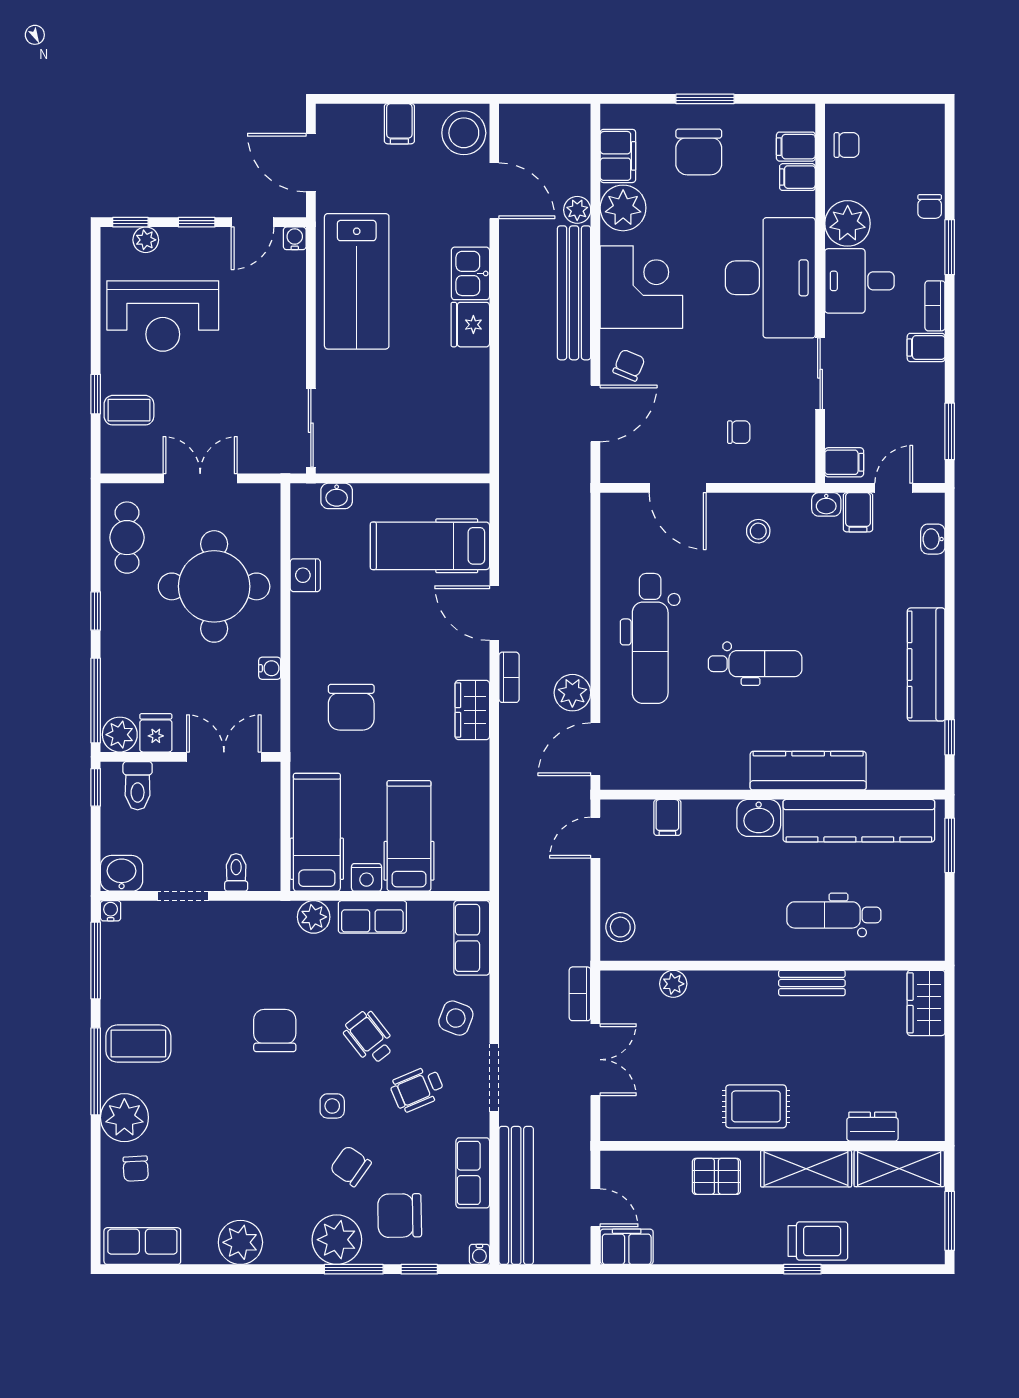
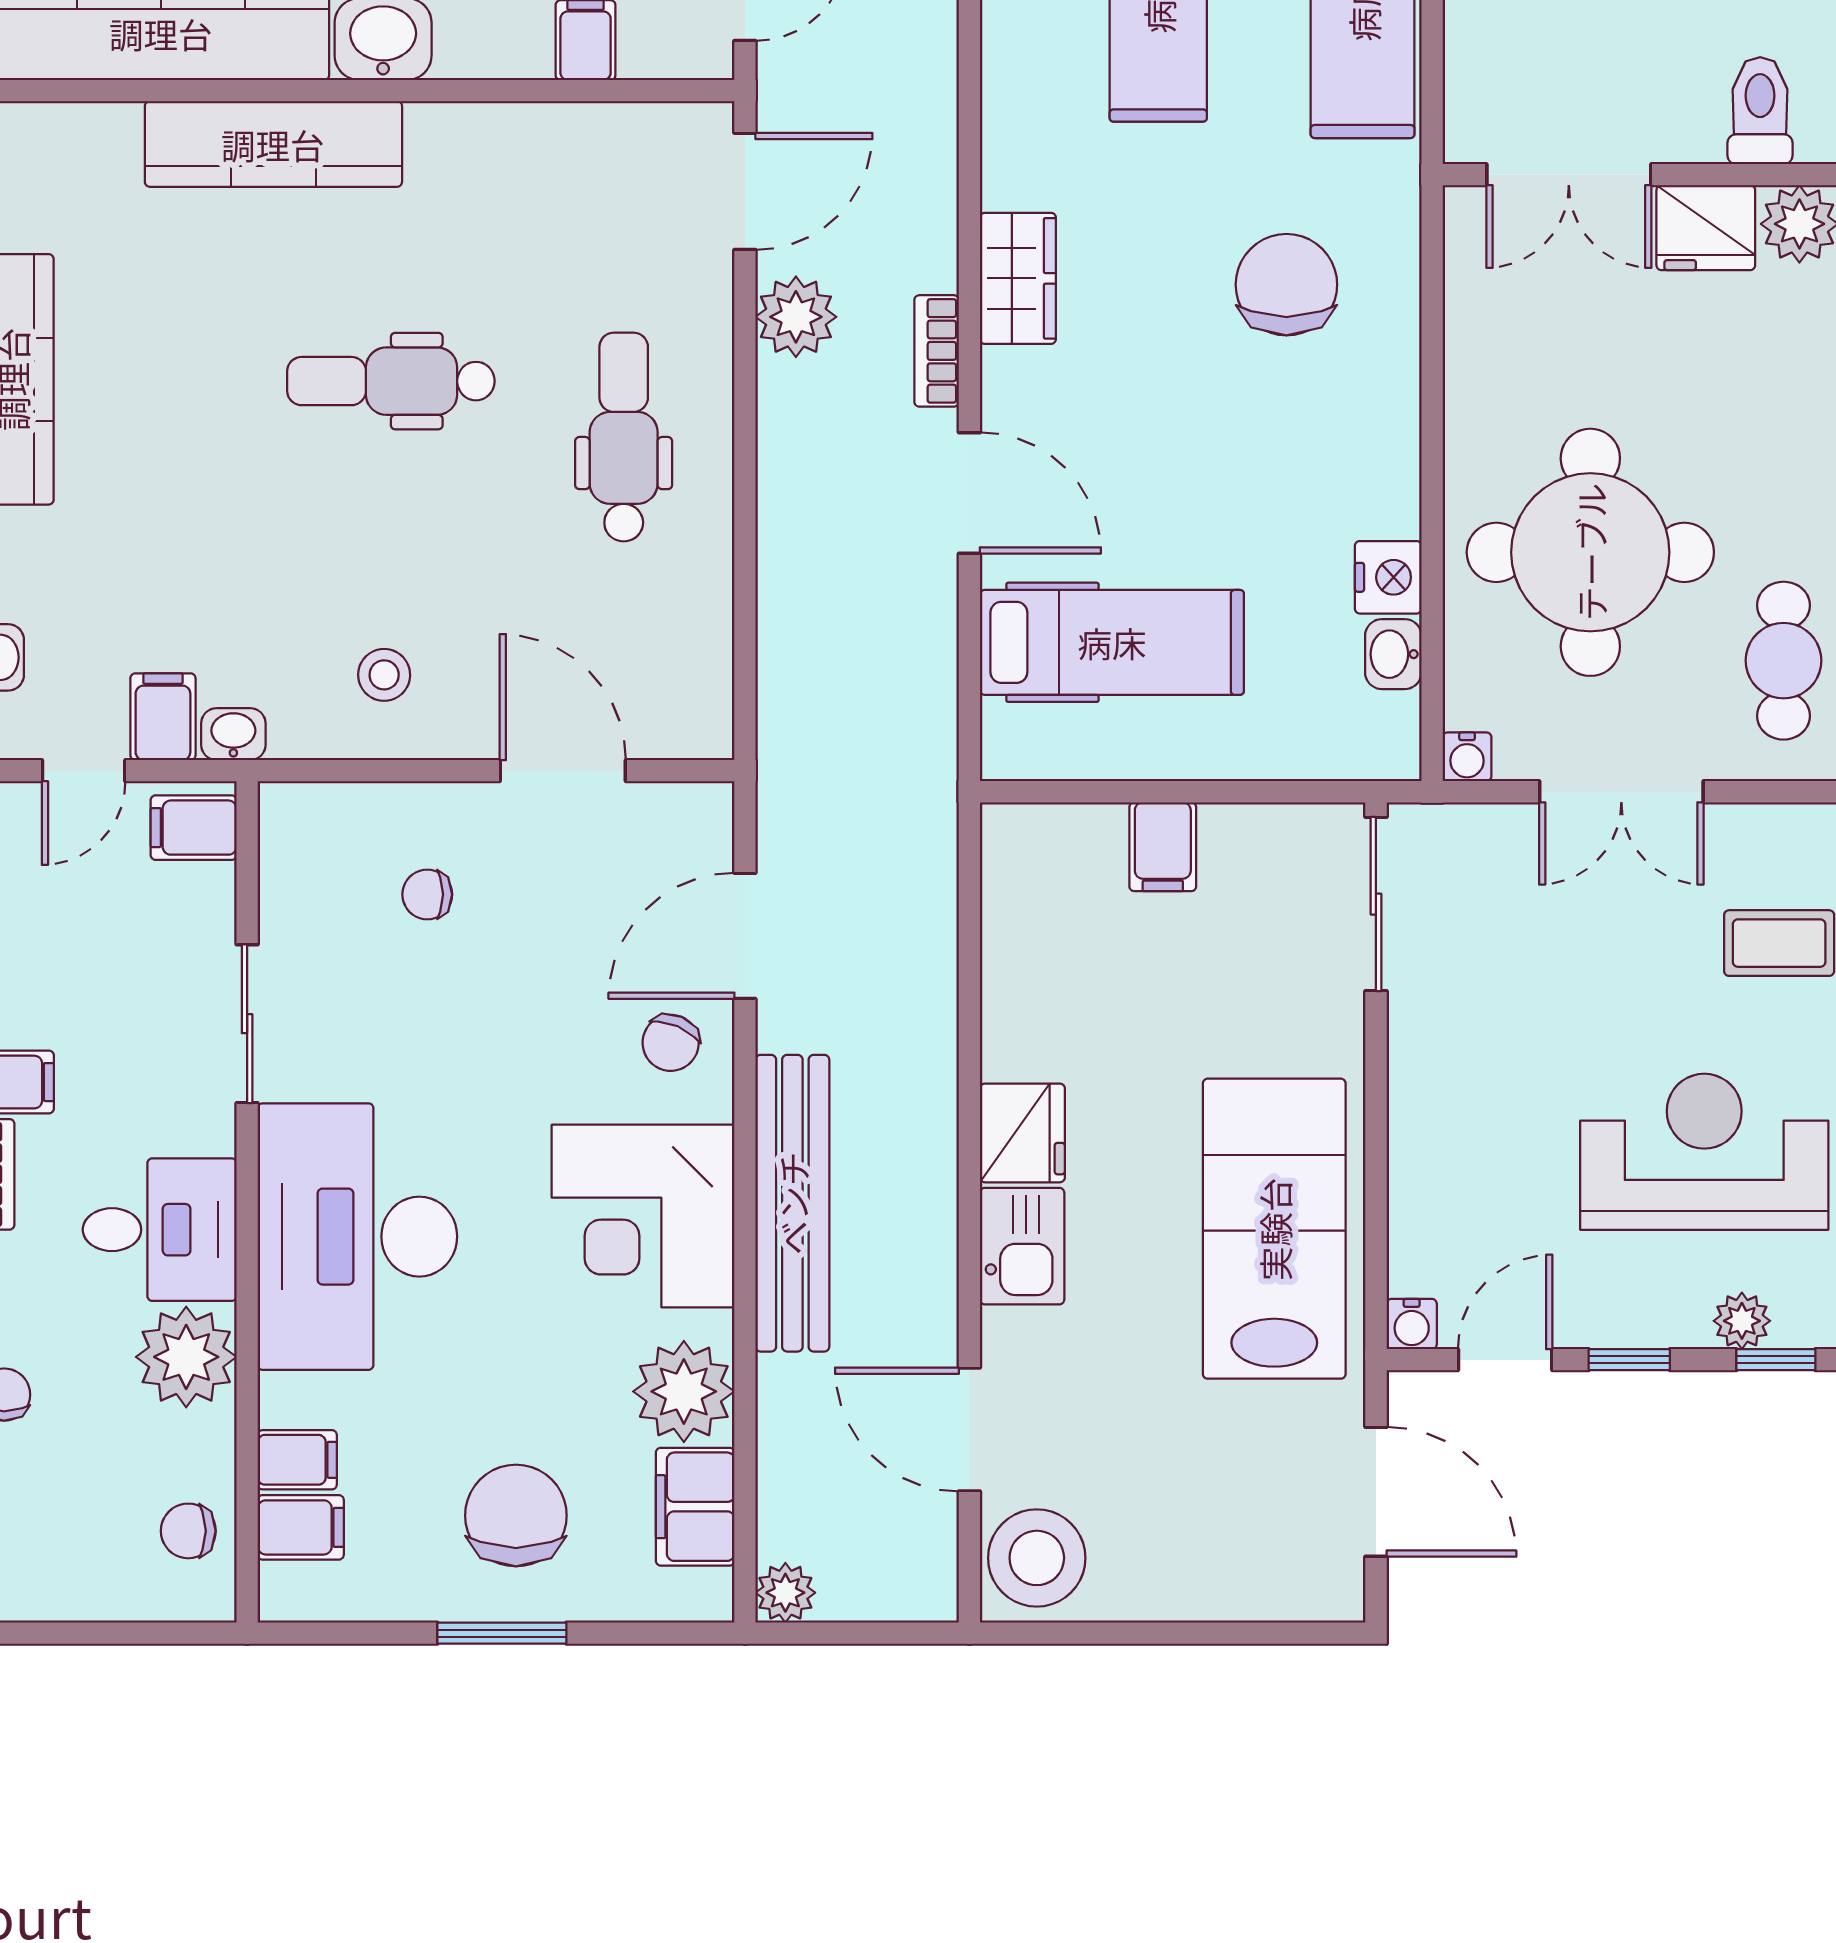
filing cabinet: (399, 124) -> (1163, 847), moved, turned 180
plant: (577, 210) -> (785, 1593), moved
washbasin: (337, 496) -> (1393, 654), moved, turned -90
dental chair: (650, 638) -> (624, 437), width x0.73, depth x0.72
water cooler: (270, 668) -> (1467, 757), moved, turned -90
fridge: (156, 733) -> (1706, 228), width x1.38

